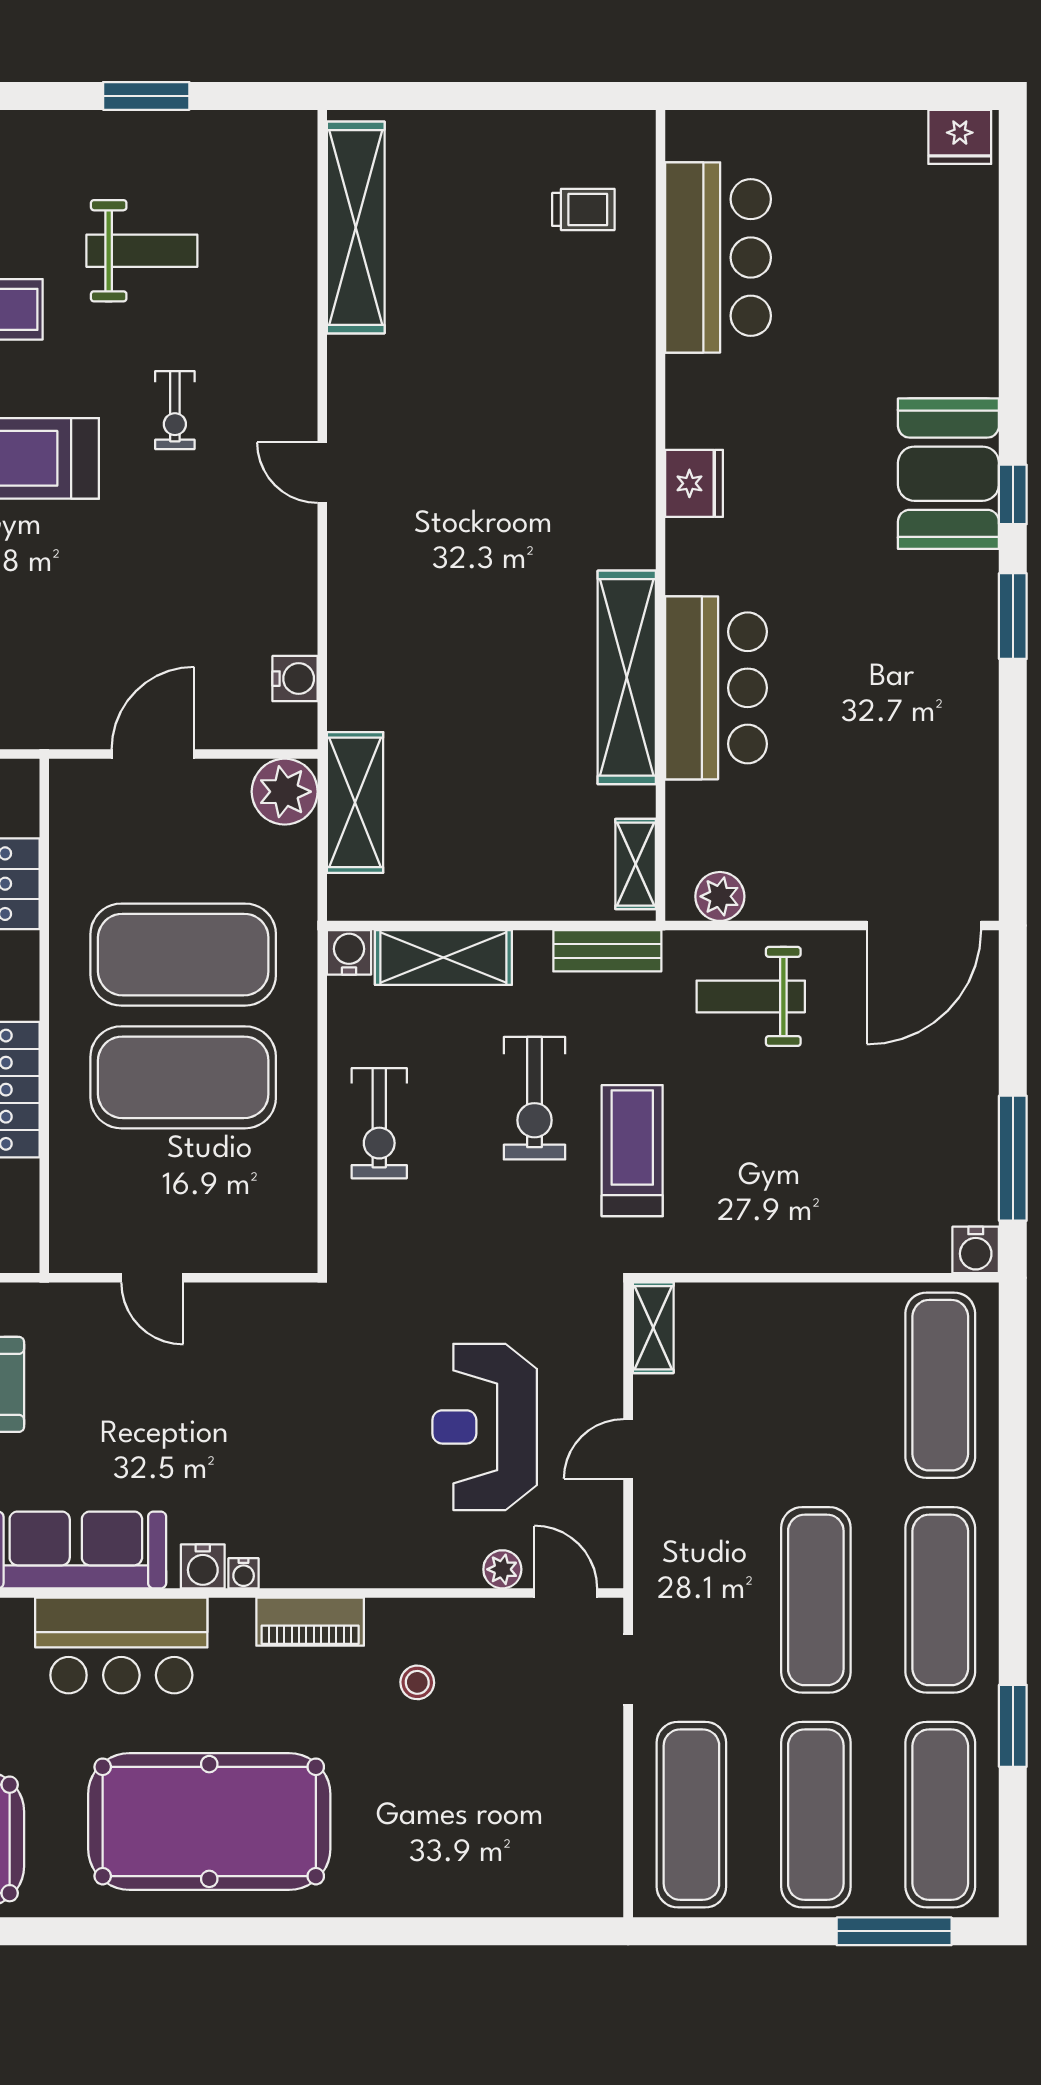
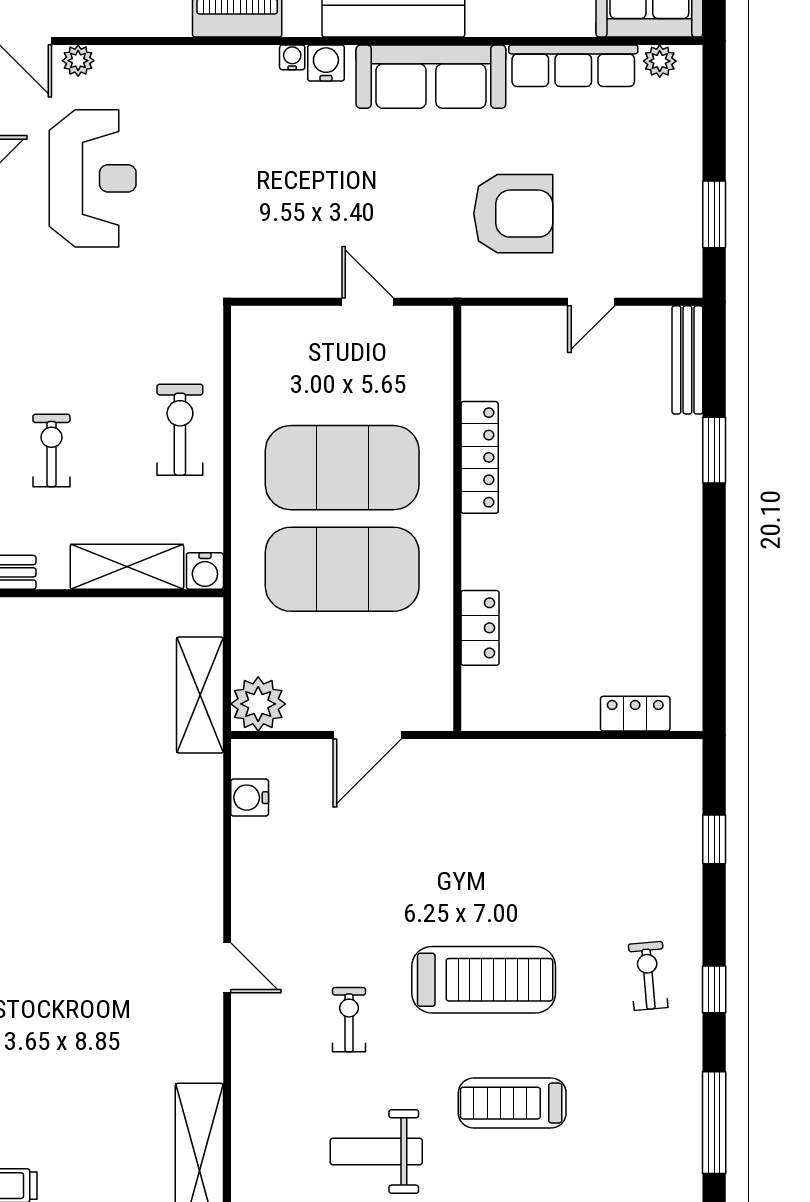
exercise bike: (535, 1098) -> (51, 450), width x0.73, depth x0.72

